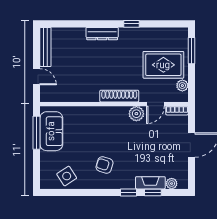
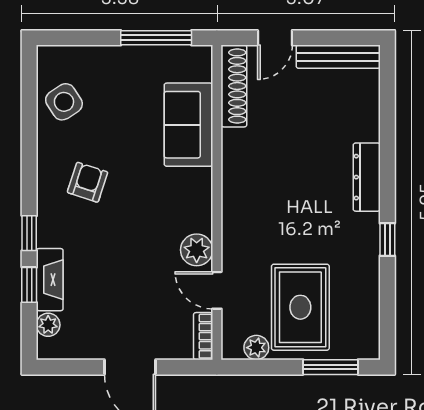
shoe rack: (119, 96) -> (234, 86), moved
sofa: (51, 131) -> (188, 125), moved, turned 90

